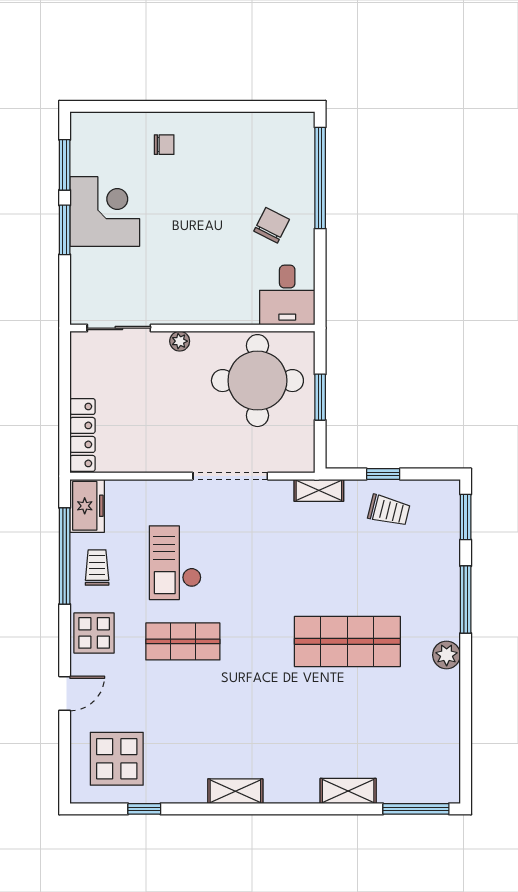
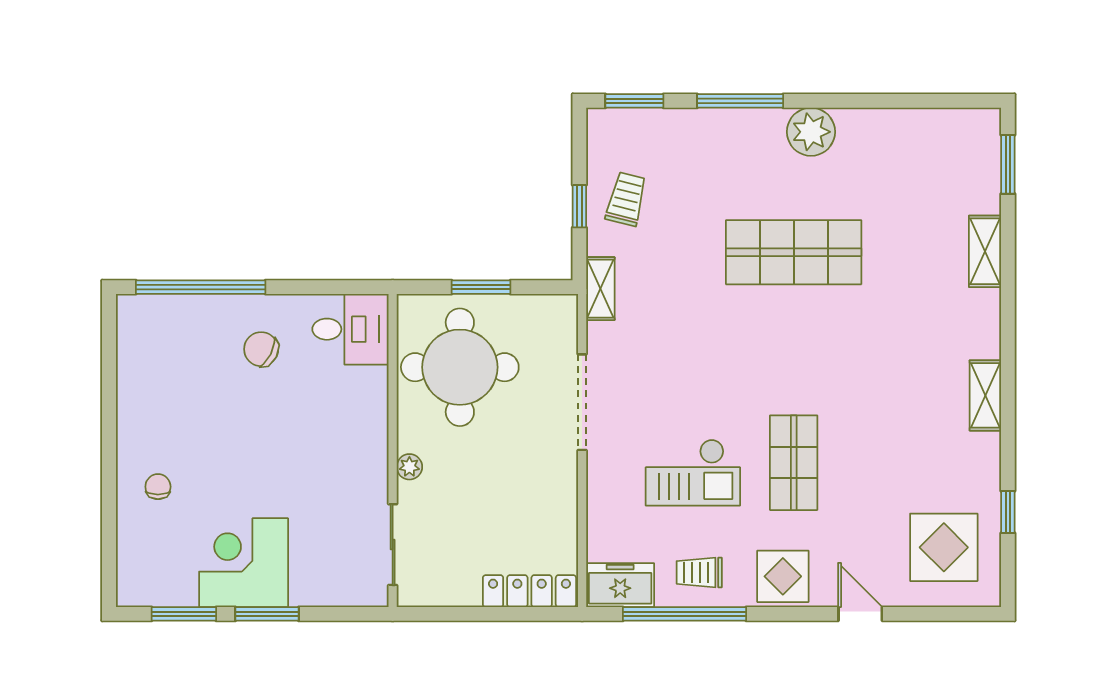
shop shelf: (347, 641) -> (794, 252), turned 90
plant: (447, 655) -> (811, 132), width x1.36, depth x1.36
window: (416, 809) -> (1008, 164), width x0.69

